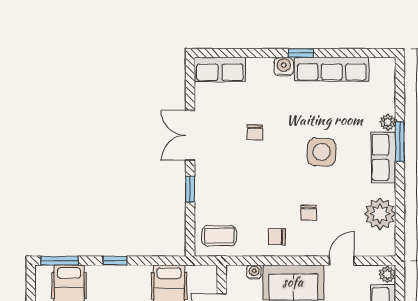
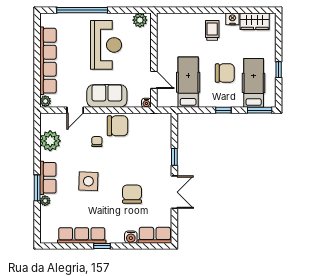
water cooler: (284, 67) -> (131, 237), moved
chair: (255, 132) -> (132, 194), width x1.87, depth x1.87
coffee table: (219, 236) -> (155, 126), removed
chair: (277, 237) -> (118, 126), width x1.87, depth x1.87
water cooler: (254, 272) -> (146, 103), moved

